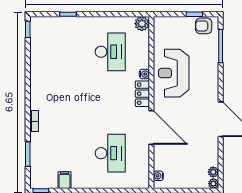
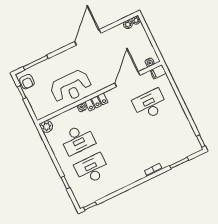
desk: (69, 52) -> (92, 169), added
desk: (110, 52) -> (78, 139), turned 180
door: (151, 128) -> (127, 79), moved
filing cabinet: (65, 180) -> (158, 72), moved

